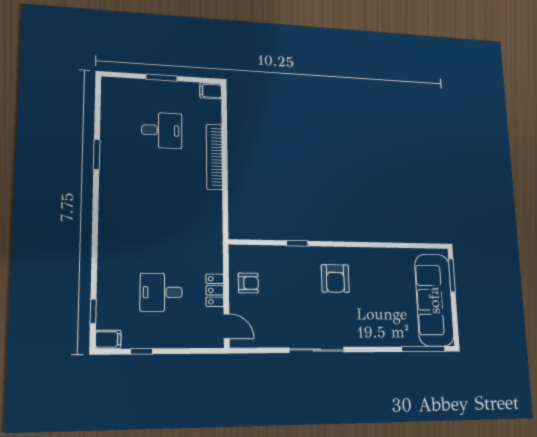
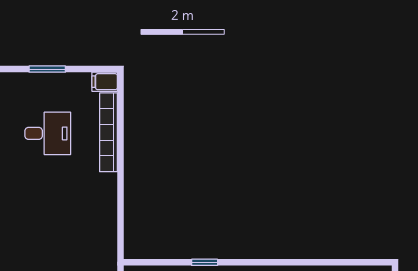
bookcase: (214, 157) -> (108, 132), moved

